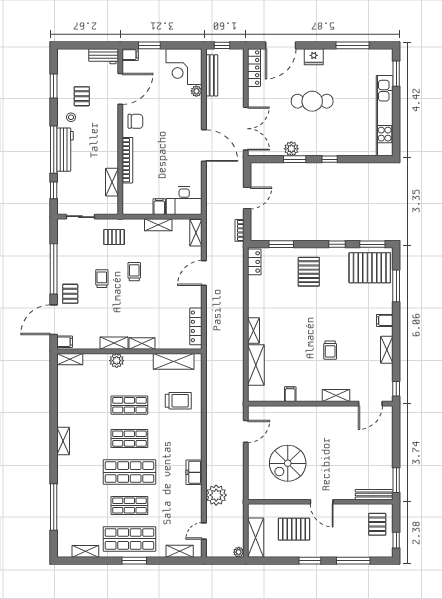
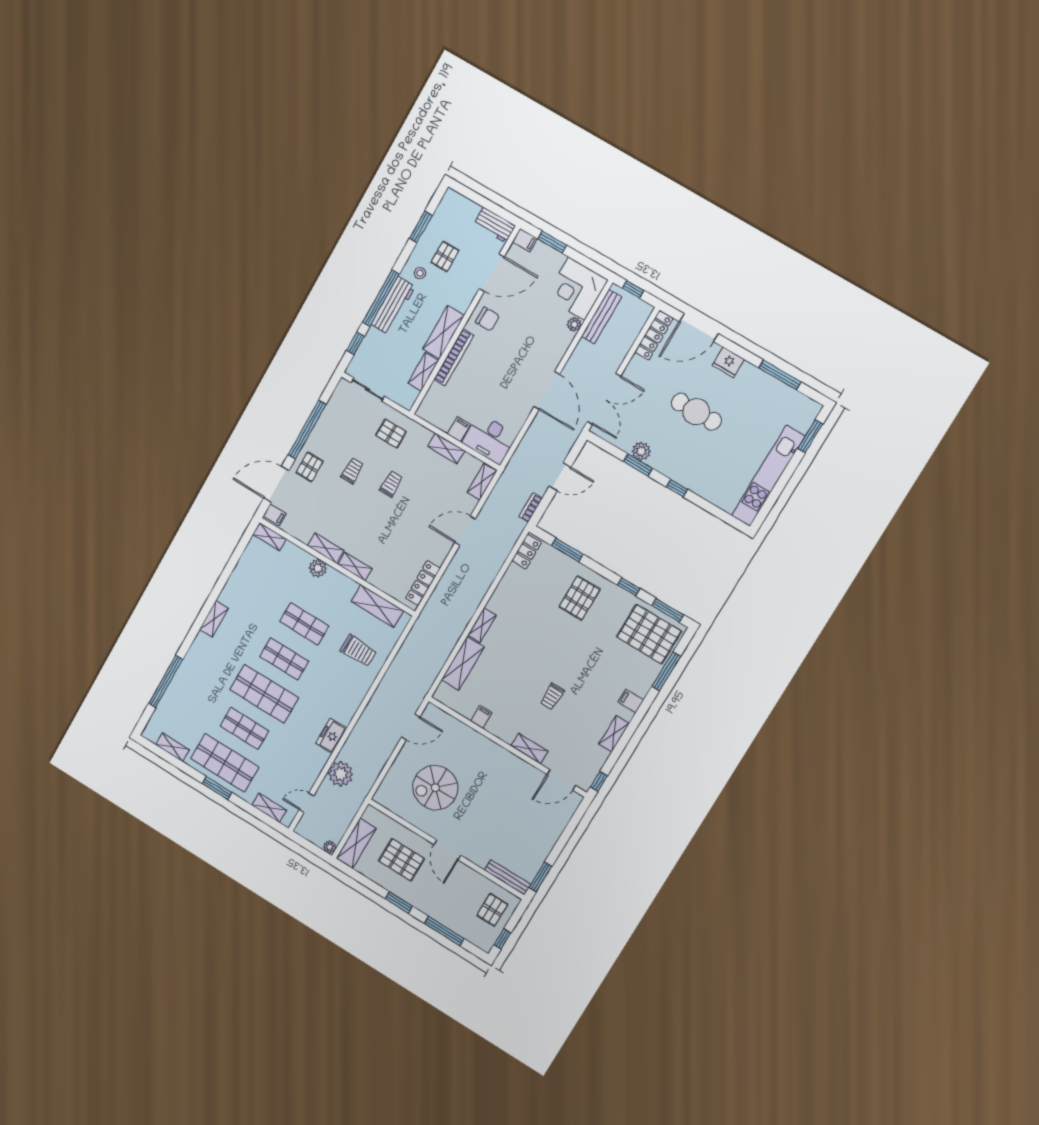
shelving: (110, 148) -> (443, 332), added

